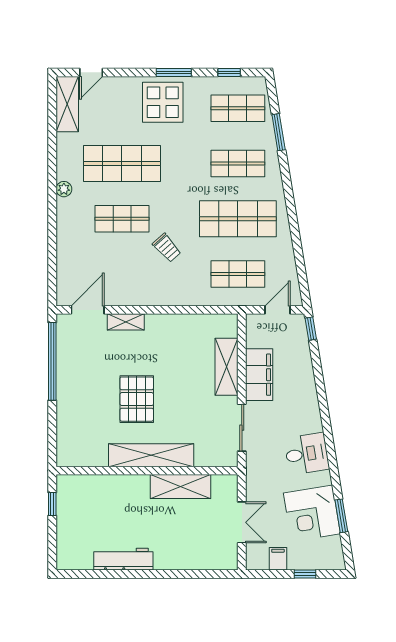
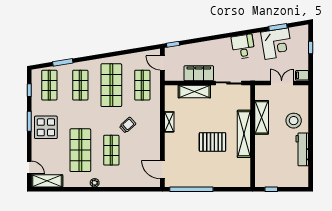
shelving: (126, 322) -> (169, 122), moved
stool: (175, 544) -> (294, 121), added
filing cabinet: (278, 559) -> (302, 75), moved

